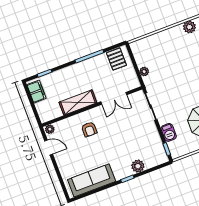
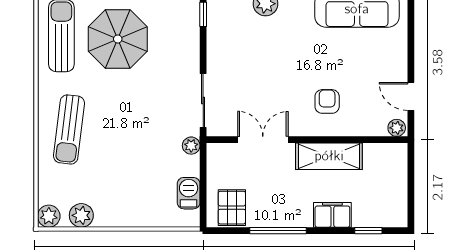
plant: (144, 72) -> (191, 146), moved
filing cabinet: (36, 92) -> (332, 215), moved, turned 90
barbecue: (169, 132) -> (189, 193), moved

